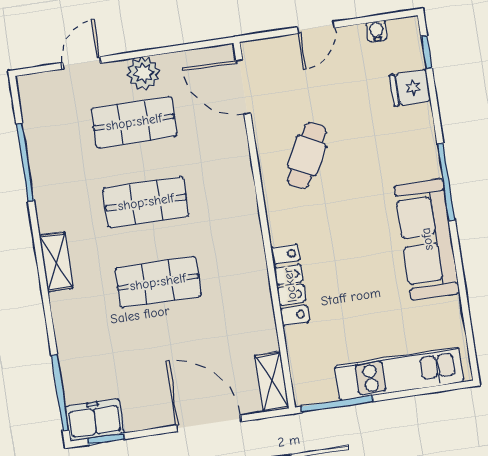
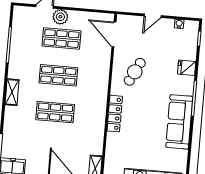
plant: (144, 73) -> (60, 17), moved
fridge: (410, 88) -> (187, 68), moved
locker: (290, 285) -> (115, 114), moved

